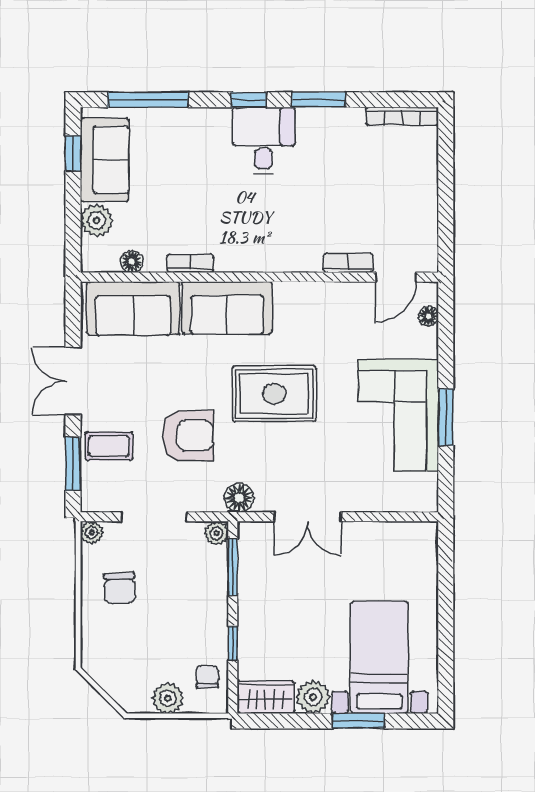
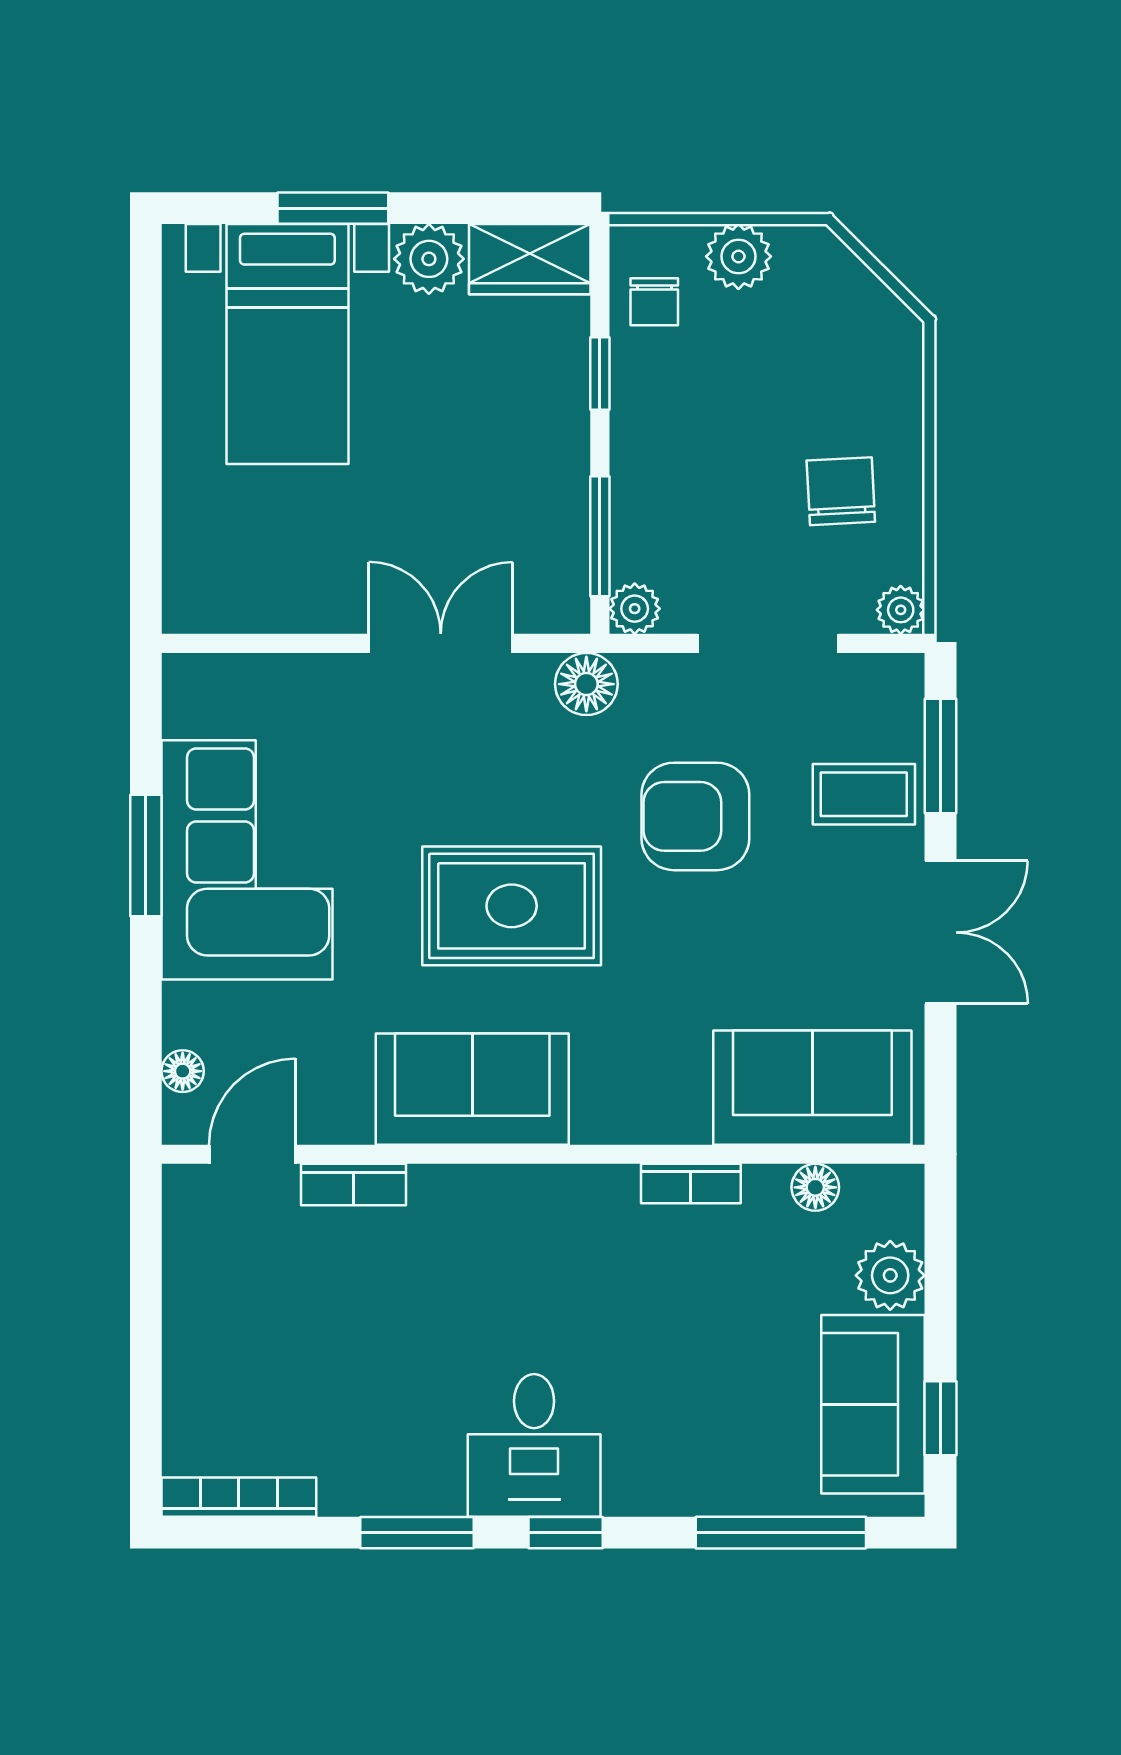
sofa: (227, 308) -> (472, 1089), moved

